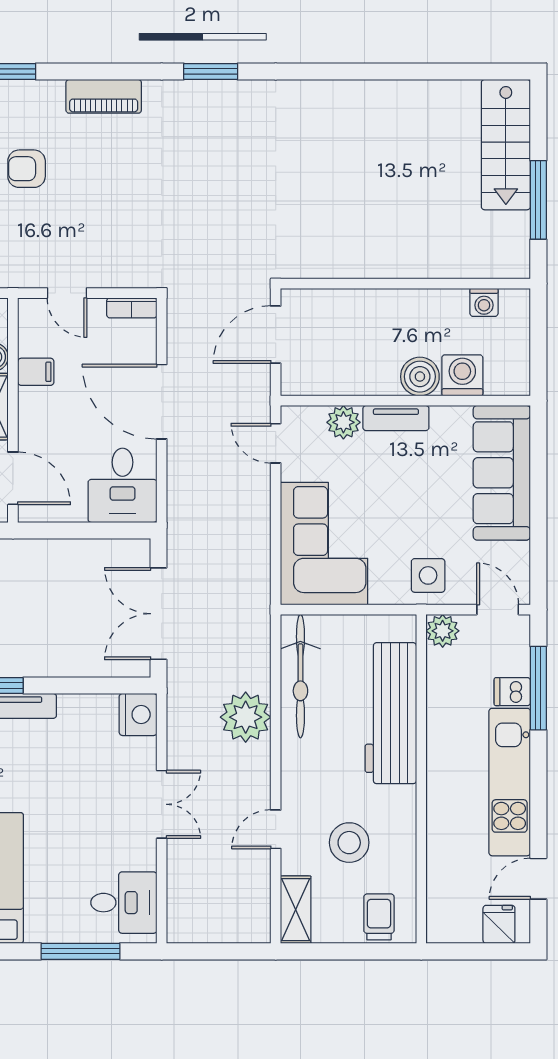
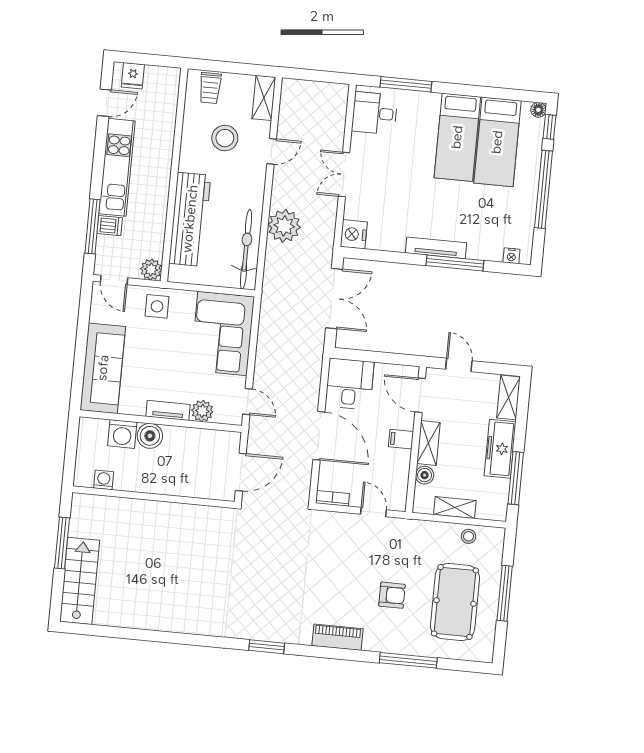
filing cabinet: (36, 372) -> (401, 439), moved

